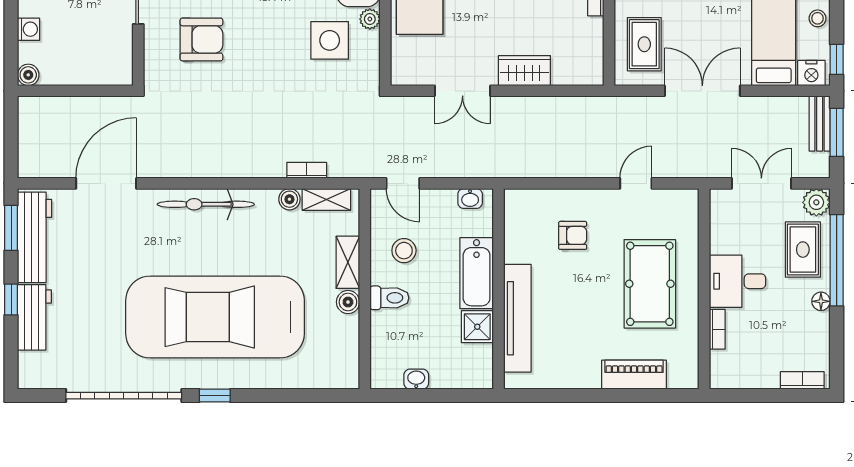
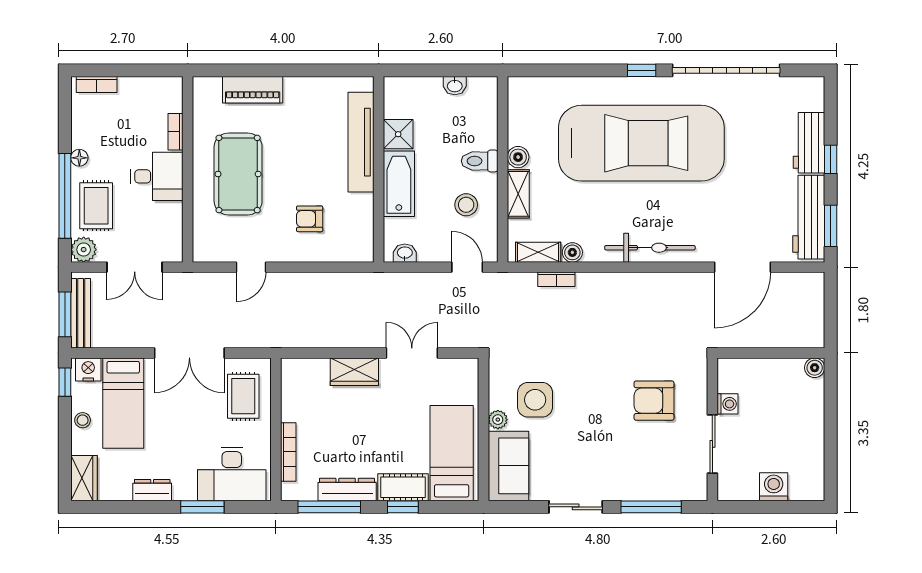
washing machine: (29, 29) -> (728, 404), moved, turned 180
bench: (820, 124) -> (81, 313), width x1.36

